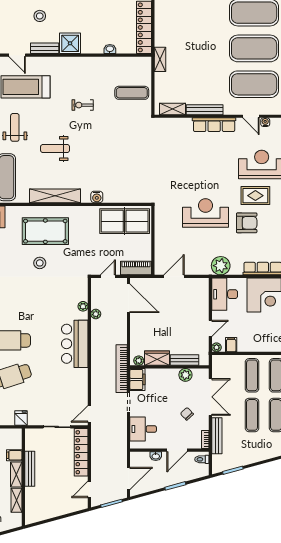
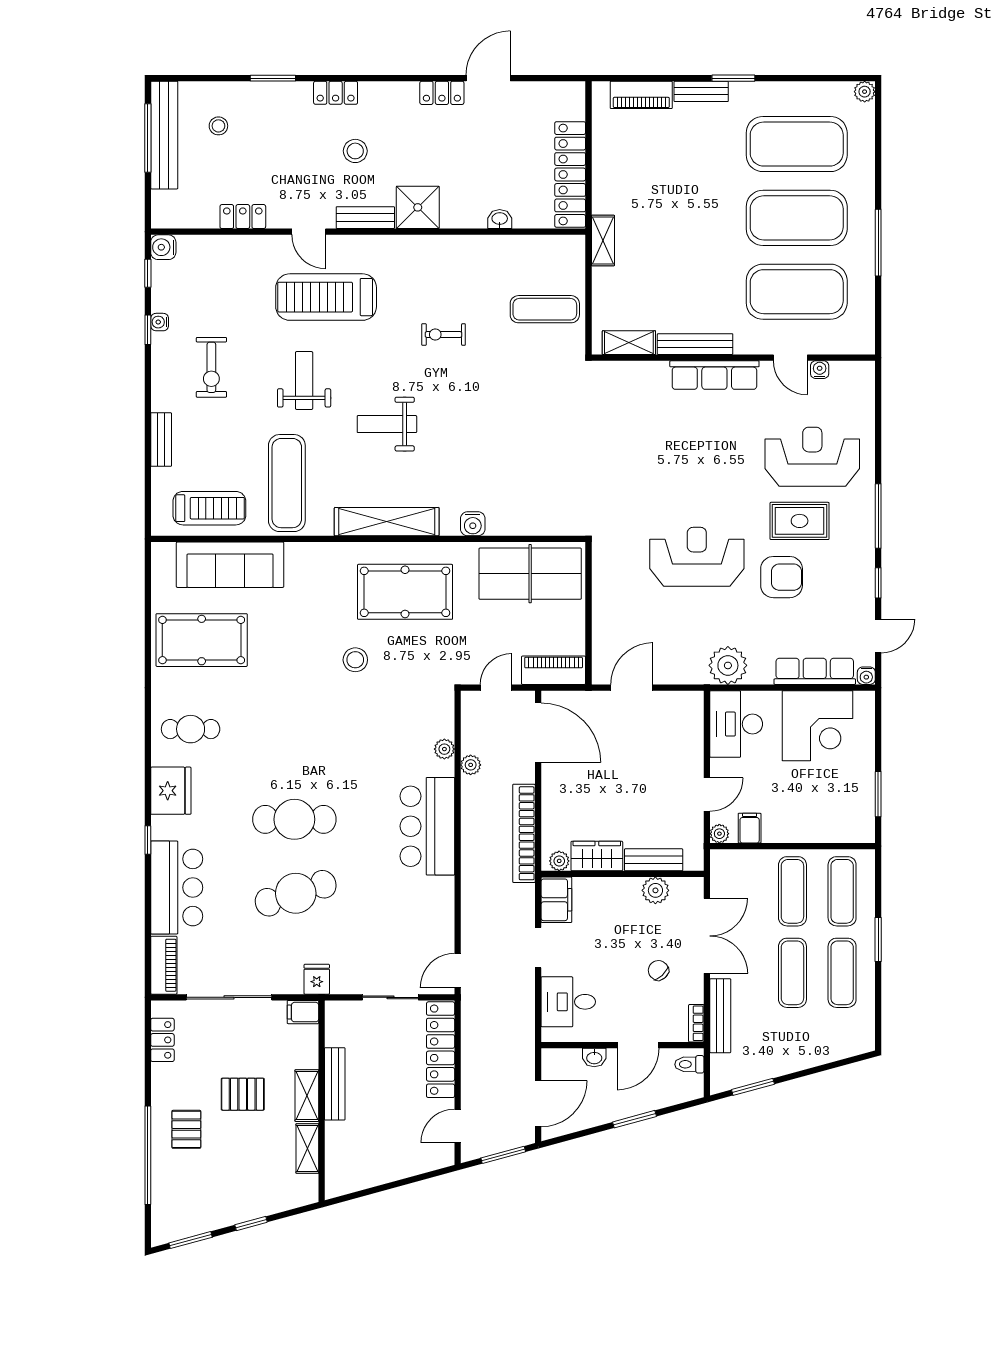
pool table: (45, 231) -> (405, 592), moved
bookcase: (122, 369) -> (524, 833), moved
filing cabinet: (14, 455) -> (303, 1012), moved

